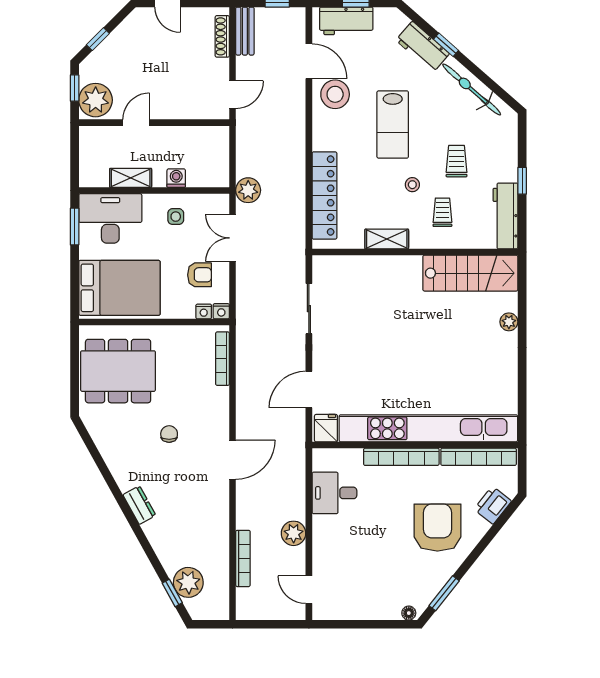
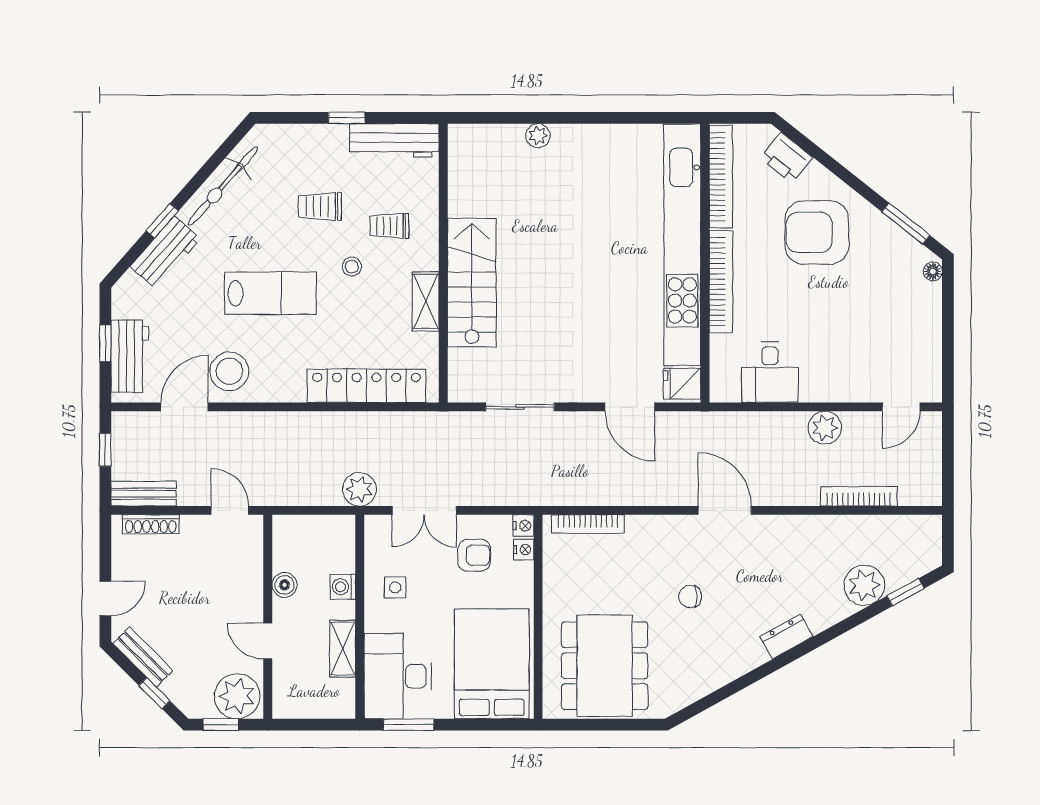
bench: (125, 31) -> (143, 657), added
boiler: (178, 135) -> (285, 585), added
stairs: (470, 273) -> (472, 283), moved
armchair: (199, 275) -> (474, 555), turned 90
plant: (188, 582) -> (864, 585), moved

